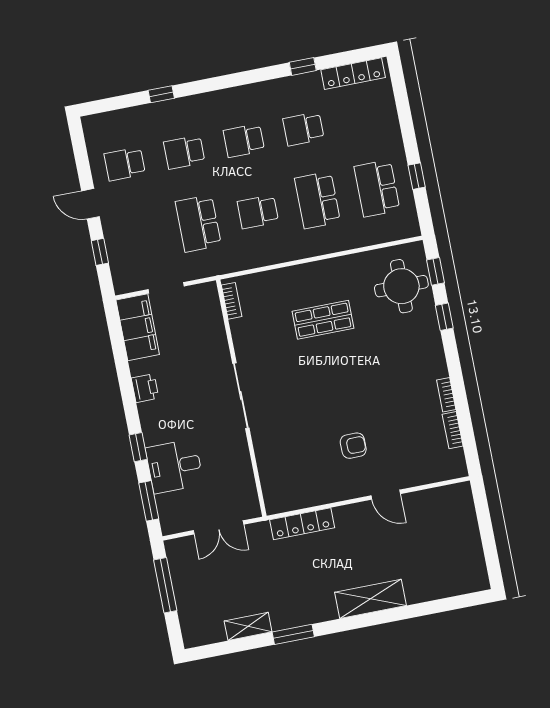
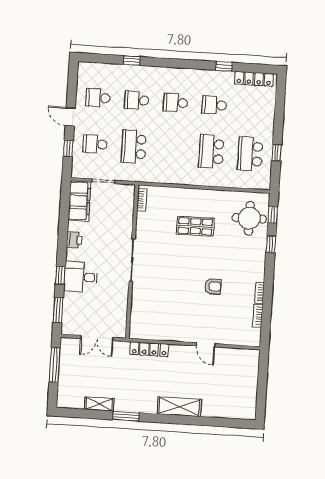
school desk: (258, 212) -> (95, 144), moved
armchair: (353, 446) -> (213, 286), moved
desk: (174, 466) -> (81, 277), moved

